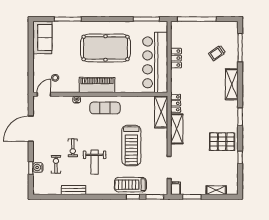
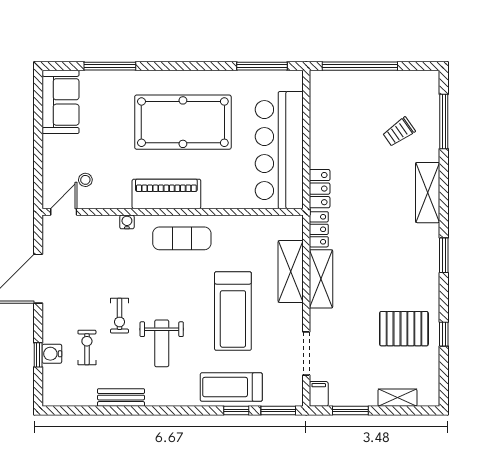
locker: (176, 58) -> (320, 189), moved
shelving: (161, 112) -> (291, 271), moved
pallet: (222, 142) -> (404, 329), moved

